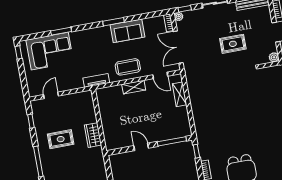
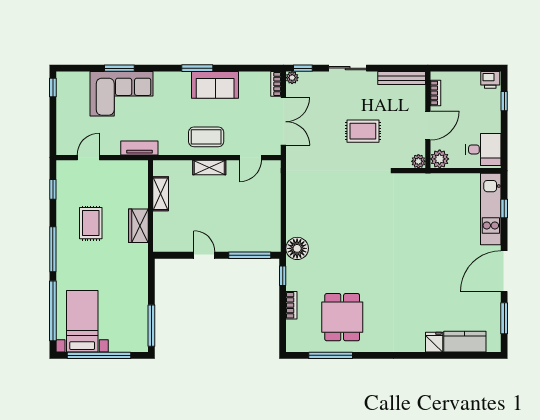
double door: (178, 47) -> (283, 122), swing flipped
corner sofa: (50, 51) -> (122, 94), moved
door: (160, 75) -> (250, 158), hinge flipped
tv unit: (96, 80) -> (139, 148), moved
shelving: (180, 94) -> (161, 194), moved
floor lamp: (203, 131) -> (297, 248), added
rug: (61, 139) -> (91, 223), turned 90

